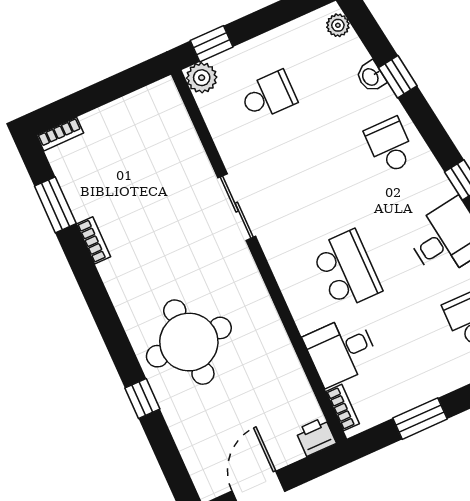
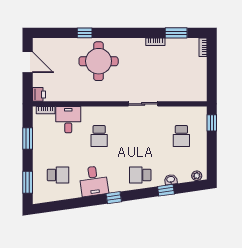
plant: (202, 78) -> (200, 113), removed
school desk: (390, 146) -> (140, 175), turned 180
school desk: (347, 270) -> (99, 136), width x0.54

